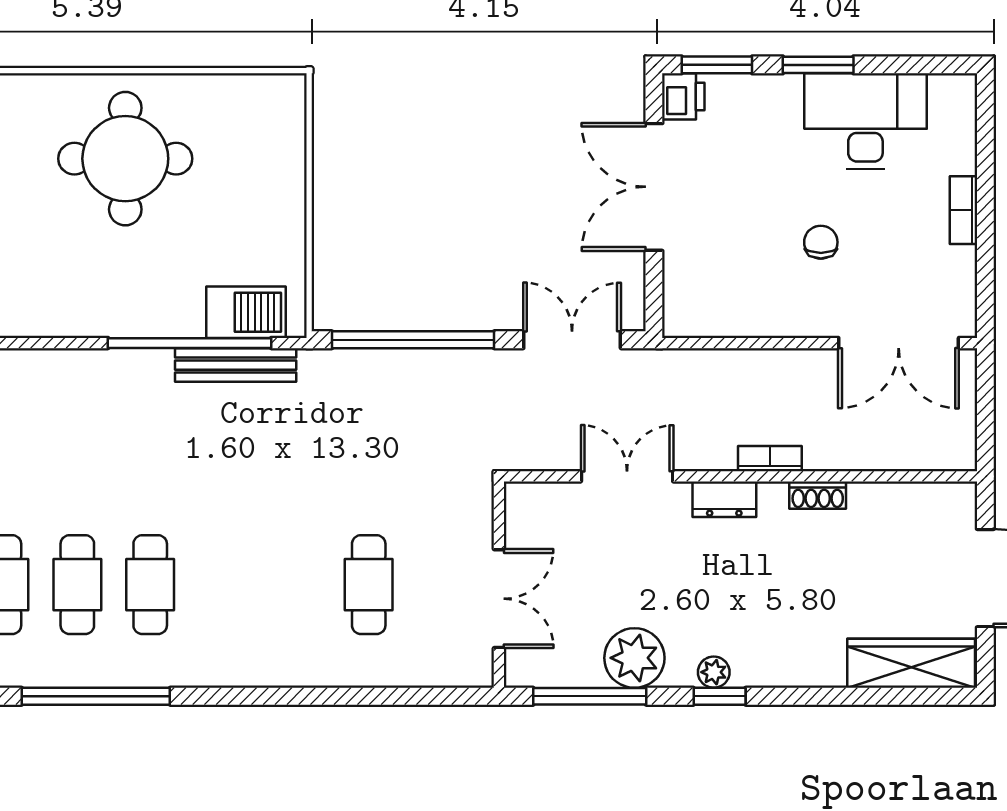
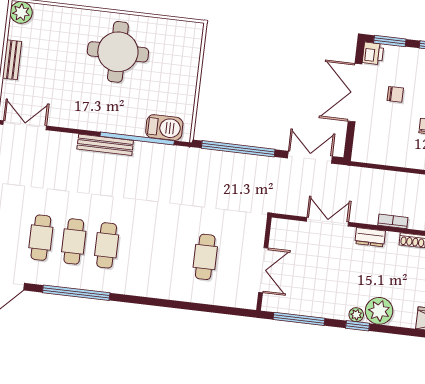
chair: (743, 180) -> (395, 94), added
bench: (236, 365) -> (105, 145), moved
plant: (634, 658) -> (379, 311), moved

